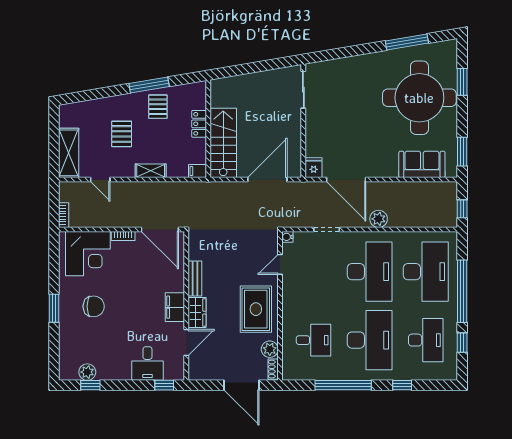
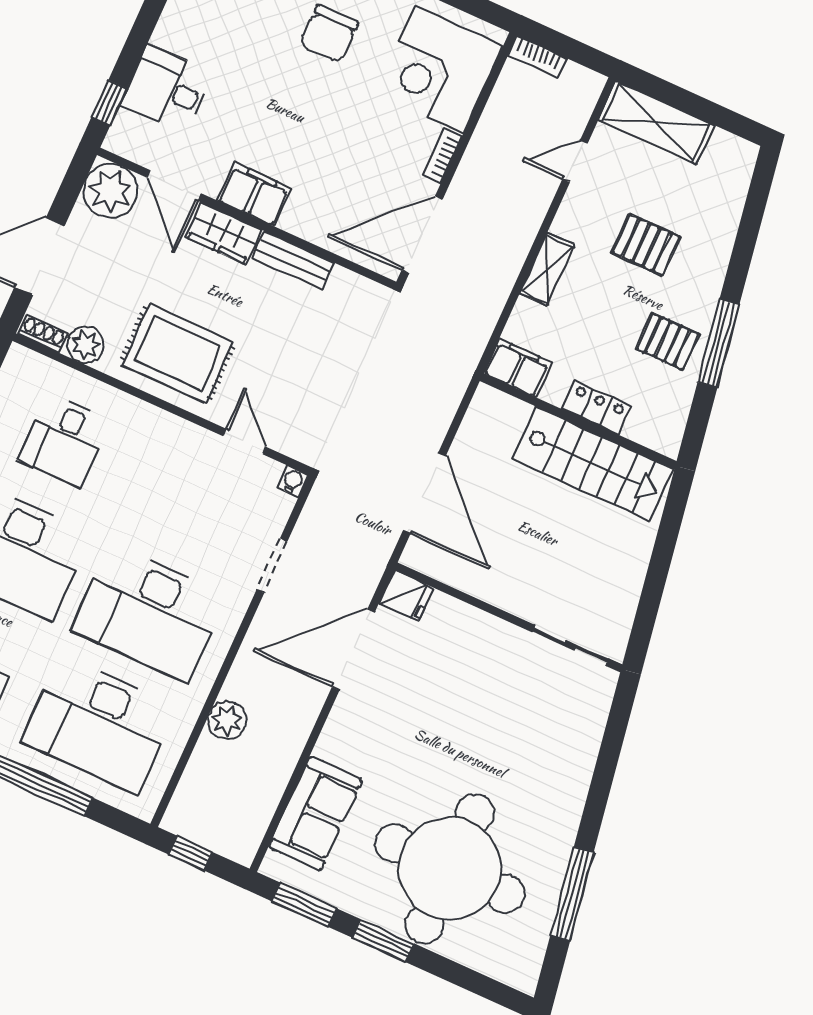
window: (462, 82) -> (383, 941), moved
stairs: (223, 143) -> (593, 464), moved
filing cabinet: (197, 171) -> (517, 368), width x2.00
plant: (379, 219) -> (227, 720), moved
plant: (201, 368) -> (110, 191), added

